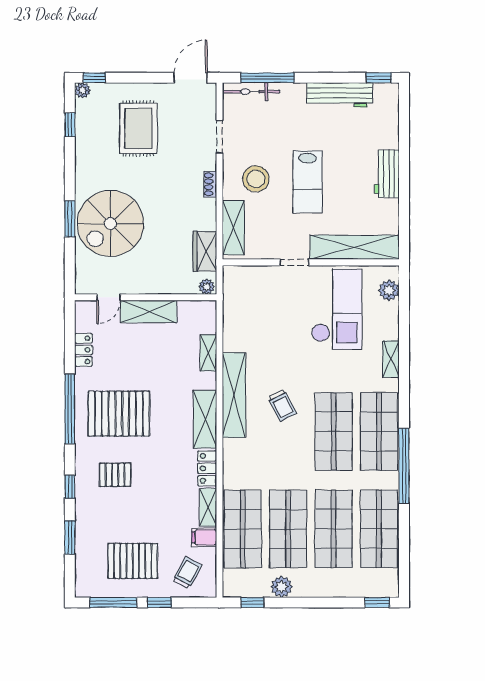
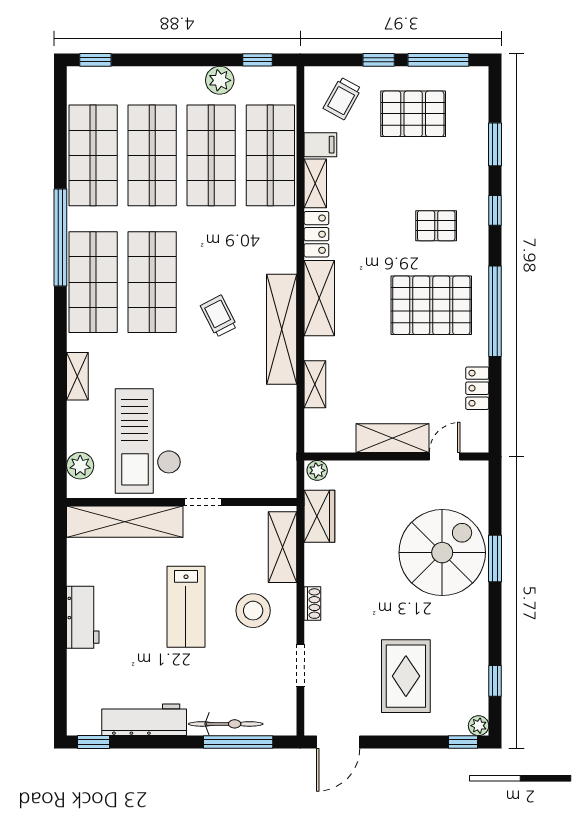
bicycle: (251, 92) -> (226, 724), moved
lab bench: (308, 182) -> (186, 607), turned 180

